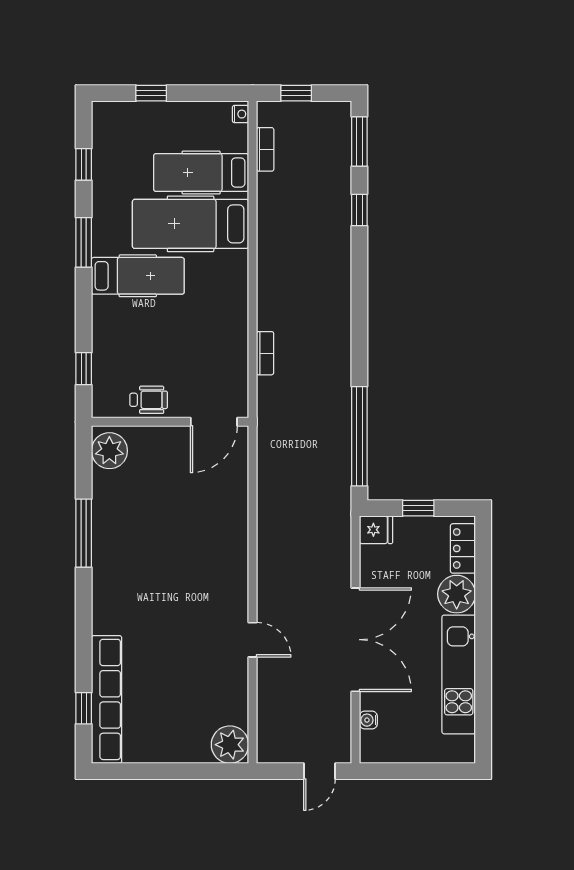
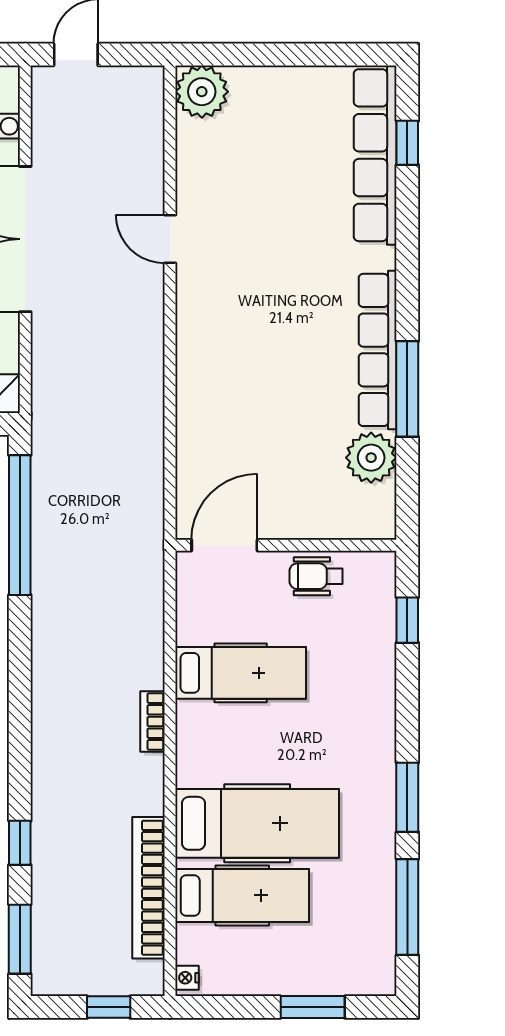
window: (151, 93) -> (313, 1007), width x1.50
bookcase: (265, 149) -> (149, 888), width x2.31, depth x1.31
window: (84, 164) -> (407, 907), width x2.17
hospital bed: (138, 276) -> (241, 673), moved, turned 180
bookcase: (265, 353) -> (152, 721), moved
plant: (109, 451) -> (371, 458), moved
row of seats: (105, 561) -> (378, 350), added

